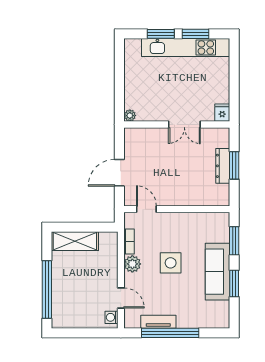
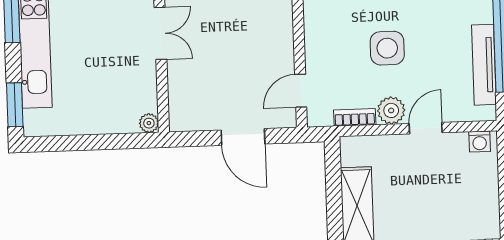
window: (161, 34) -> (15, 105), moved
door: (121, 298) -> (426, 128), moved
tv unit: (158, 322) -> (484, 65), width x1.41

